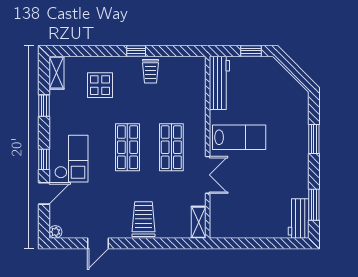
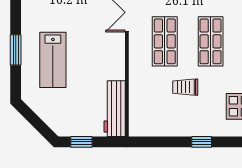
trolley: (150, 71) -> (185, 87), moved, turned -90
lab bench: (239, 137) -> (53, 60), moved, turned -90

